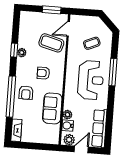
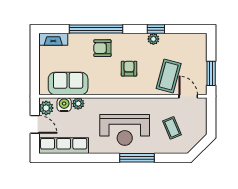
sofa: (52, 108) -> (68, 83), moved

